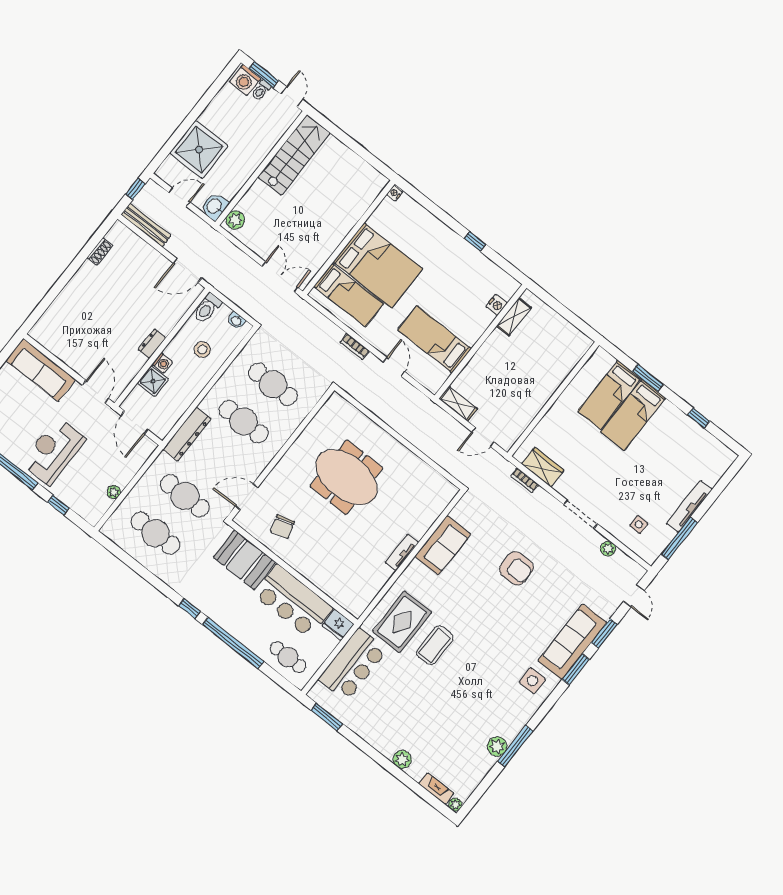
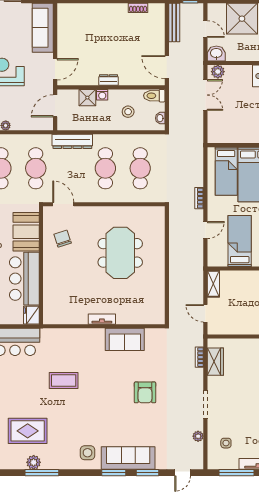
double door: (280, 277) -> (205, 95), moved
chair: (283, 527) -> (63, 239), turned 88
rug: (402, 622) -> (28, 431), moved

